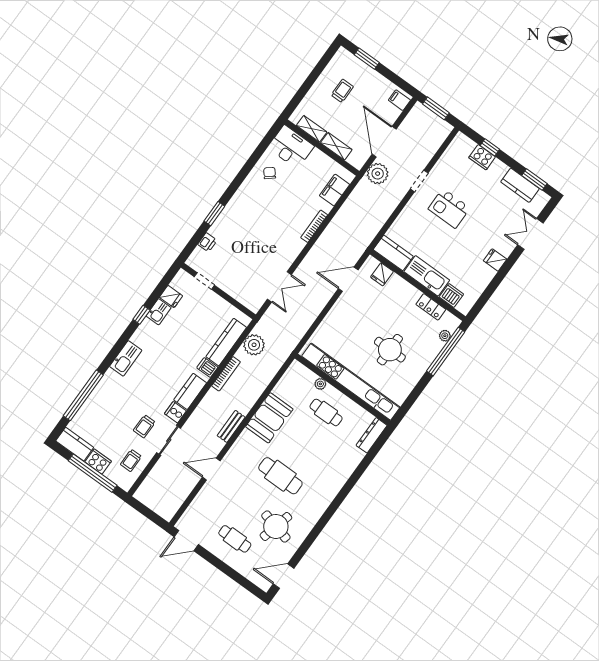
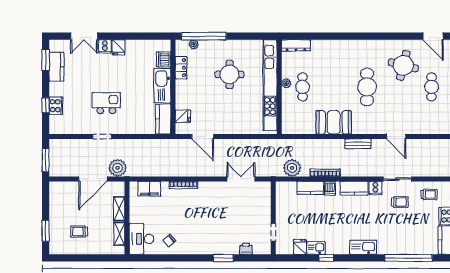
filing cabinet: (399, 100) -> (58, 189), removed
kitchen island: (449, 208) -> (106, 103), turned -90
cooker: (506, 247) -> (105, 46), added
kitchen counter: (226, 342) -> (310, 188), width x0.67
plant: (320, 384) -> (286, 83), moved

